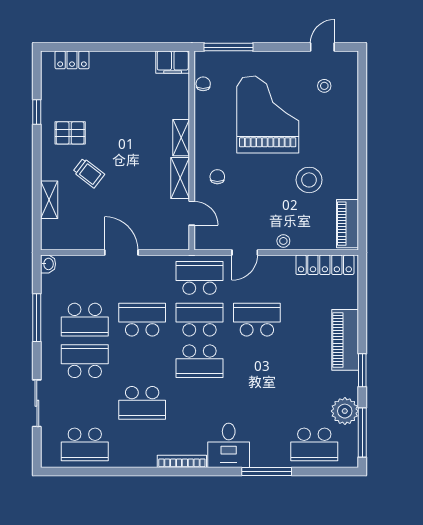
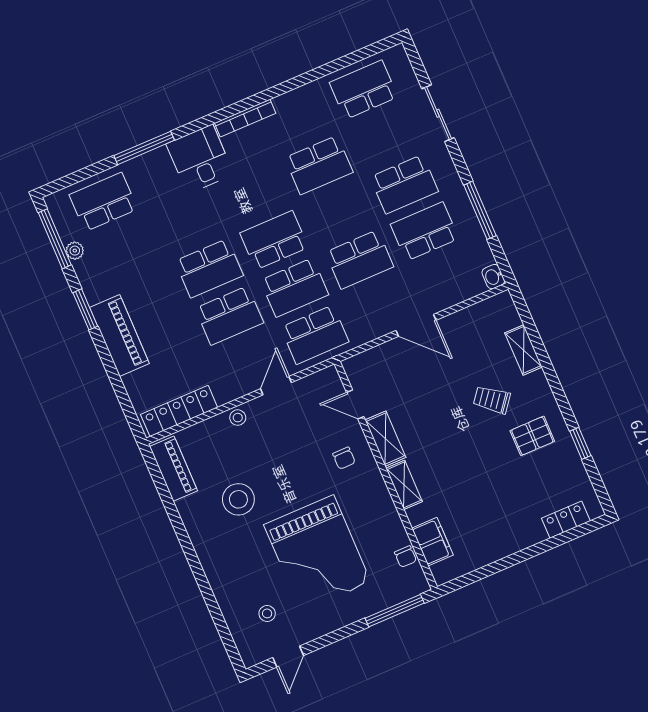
filing cabinet: (173, 62) -> (432, 542), moved, turned 90
school desk: (257, 361) -> (209, 268), added
school desk: (142, 403) -> (319, 165), turned 180
plant: (345, 411) -> (75, 251), width x0.53, depth x0.53

